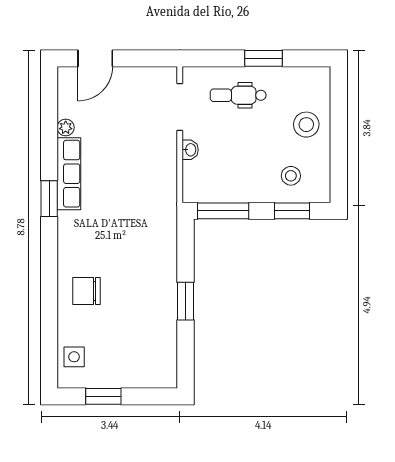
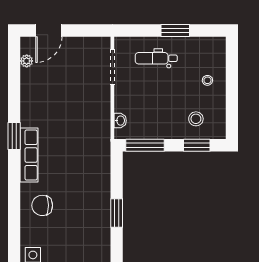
stool: (306, 125) -> (207, 80), width x0.53, depth x0.53
plant: (66, 127) -> (27, 61), moved
washbasin: (190, 150) -> (120, 121), moved
row of seats: (69, 174) -> (29, 155), moved

